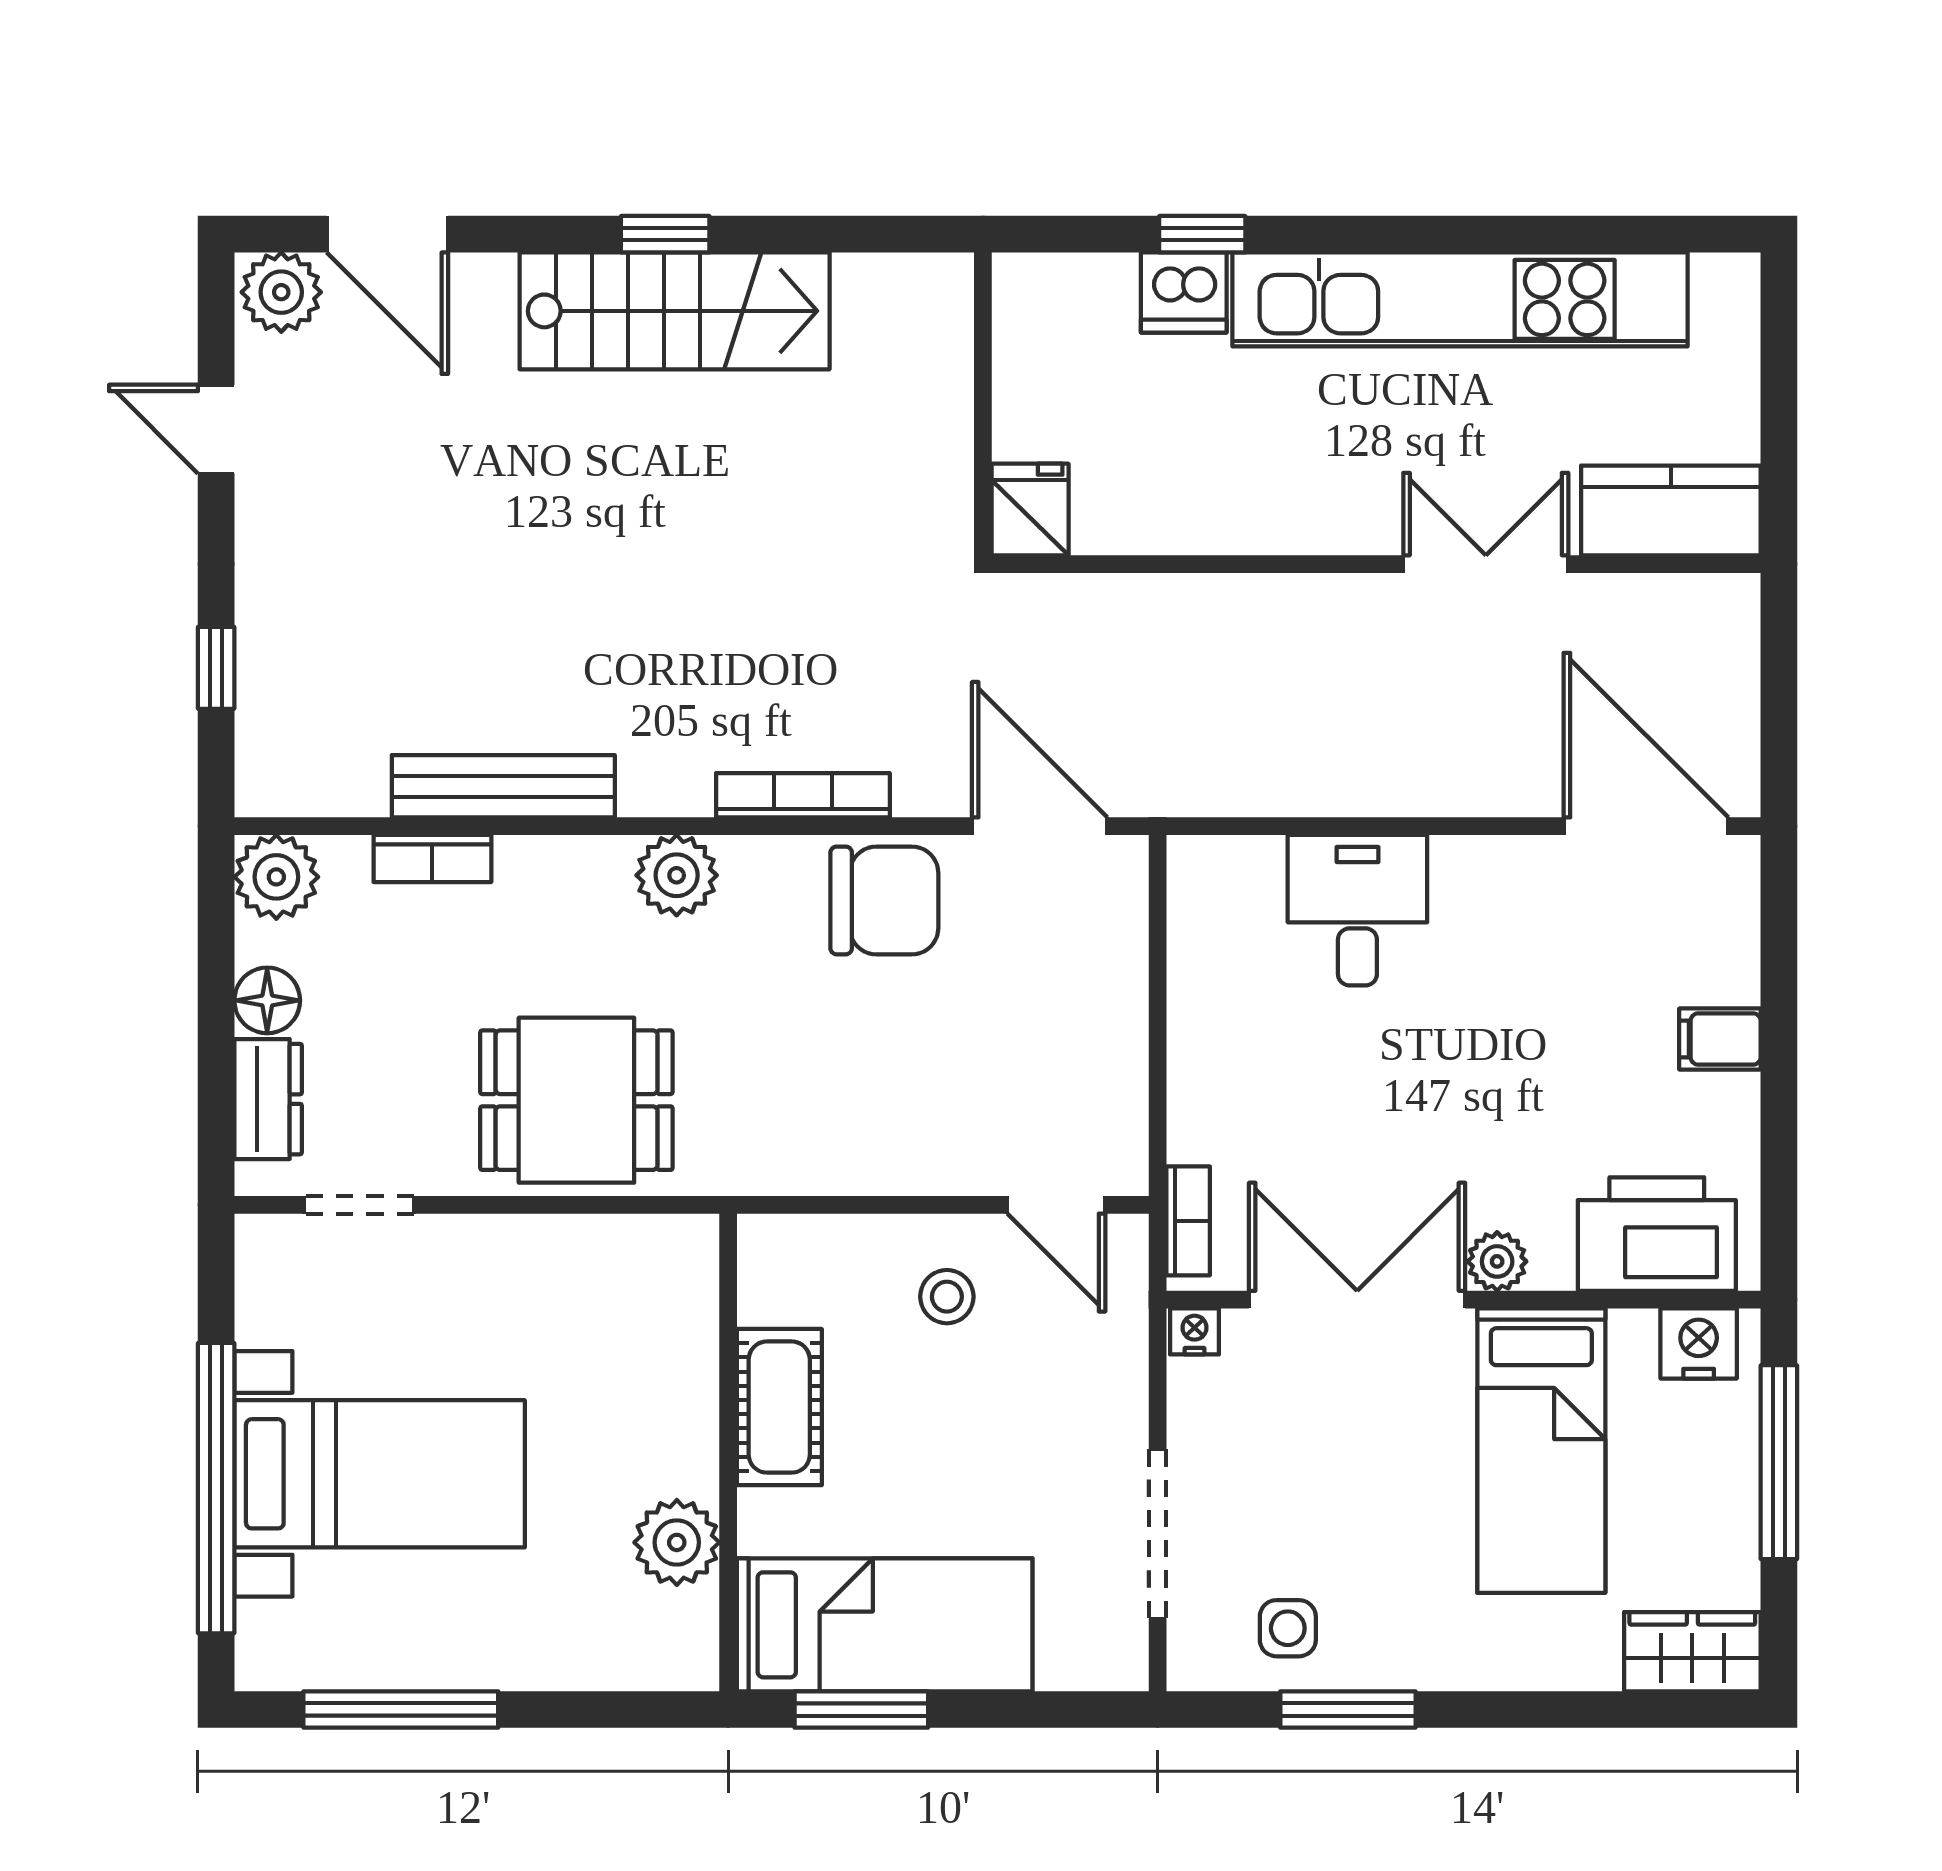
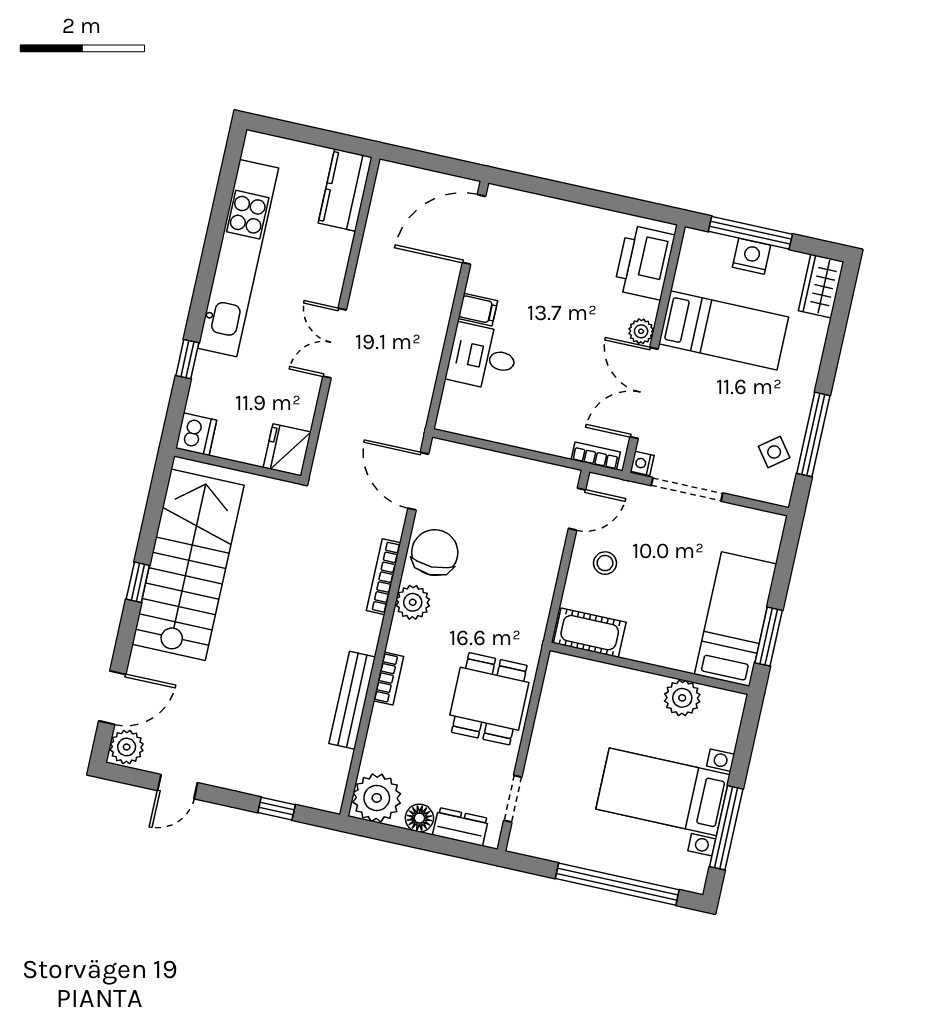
dishwasher: (1184, 292) -> (196, 434), moved
stairs: (675, 311) -> (188, 565), width x1.36, depth x1.51
fridge: (1030, 509) -> (287, 450), width x1.38
double door: (1486, 564) -> (335, 343), moved
door: (1040, 826) -> (418, 481), hinge flipped
bookcase: (432, 859) -> (389, 679), moved
plant: (677, 875) -> (413, 602), moved
plant: (276, 877) -> (377, 798), width x1.36, depth x1.36
filing cabinet: (1720, 1039) -> (478, 310), moved, turned -90
nightstand: (1699, 1343) -> (752, 256), moved, turned 90
cot: (779, 1407) -> (590, 633), moved
bed with nightstands: (380, 1474) -> (663, 792), moved, turned -90
doorway: (1158, 1534) -> (687, 489), moved
side table: (1288, 1628) -> (774, 452), turned -37
window: (1348, 1710) -> (813, 434), width x1.44

